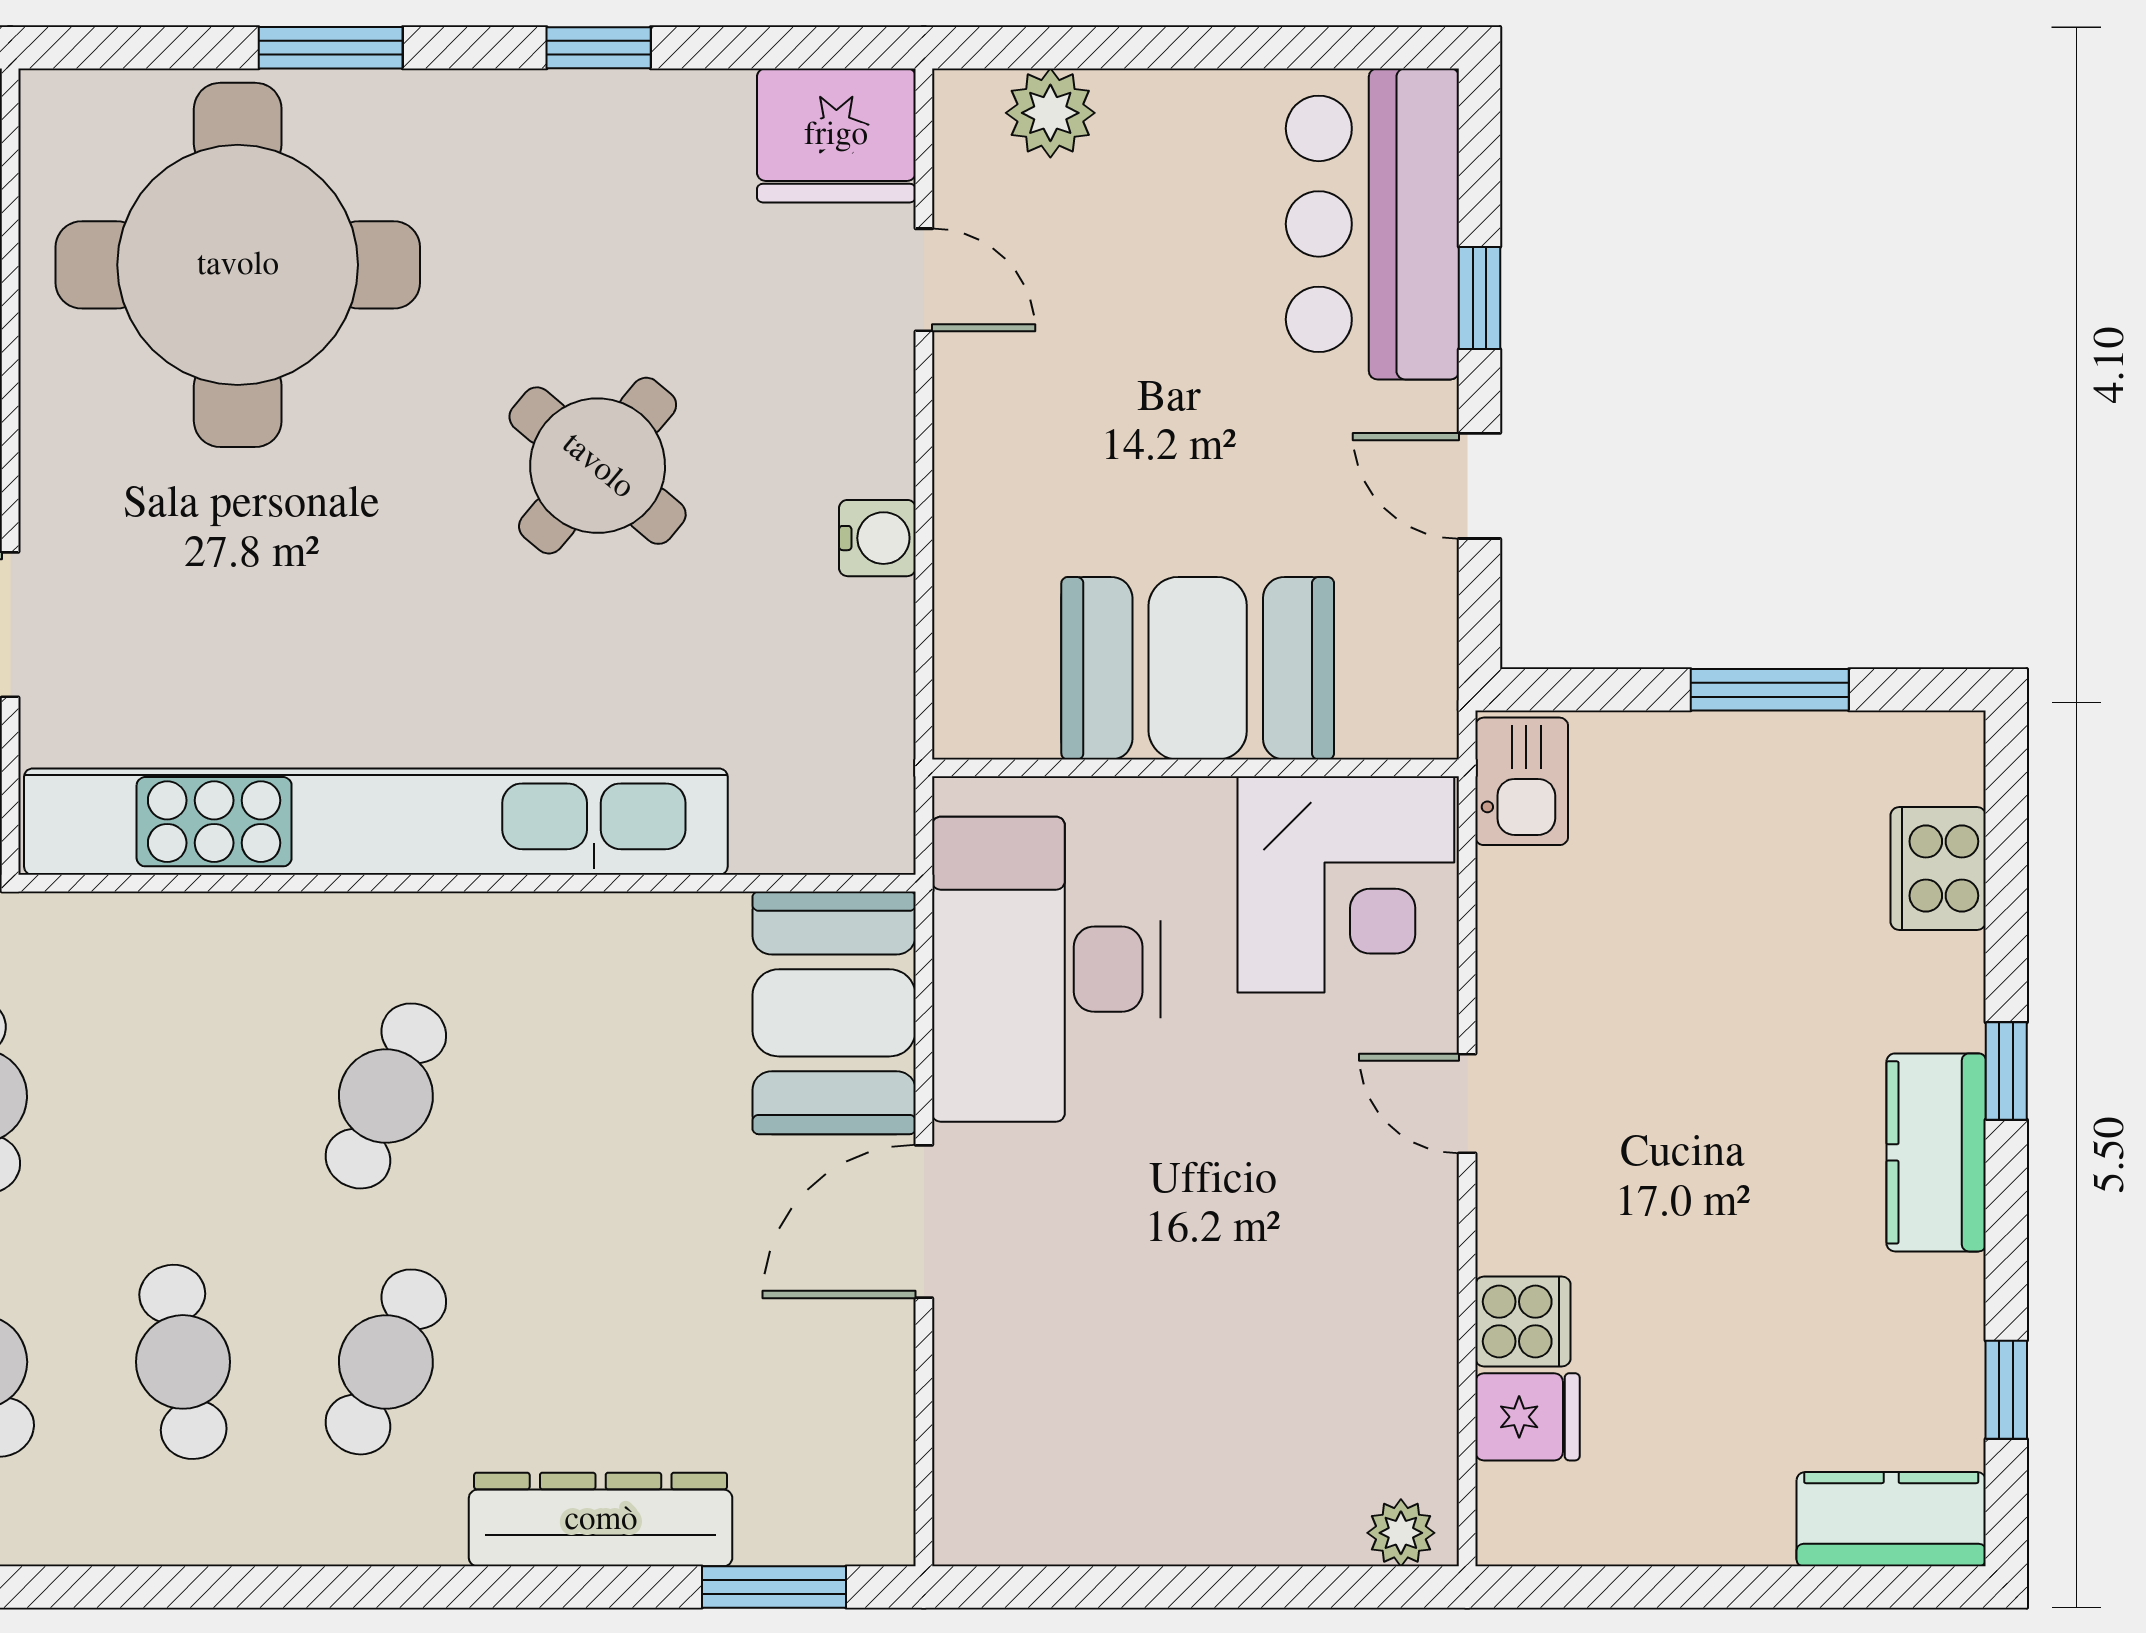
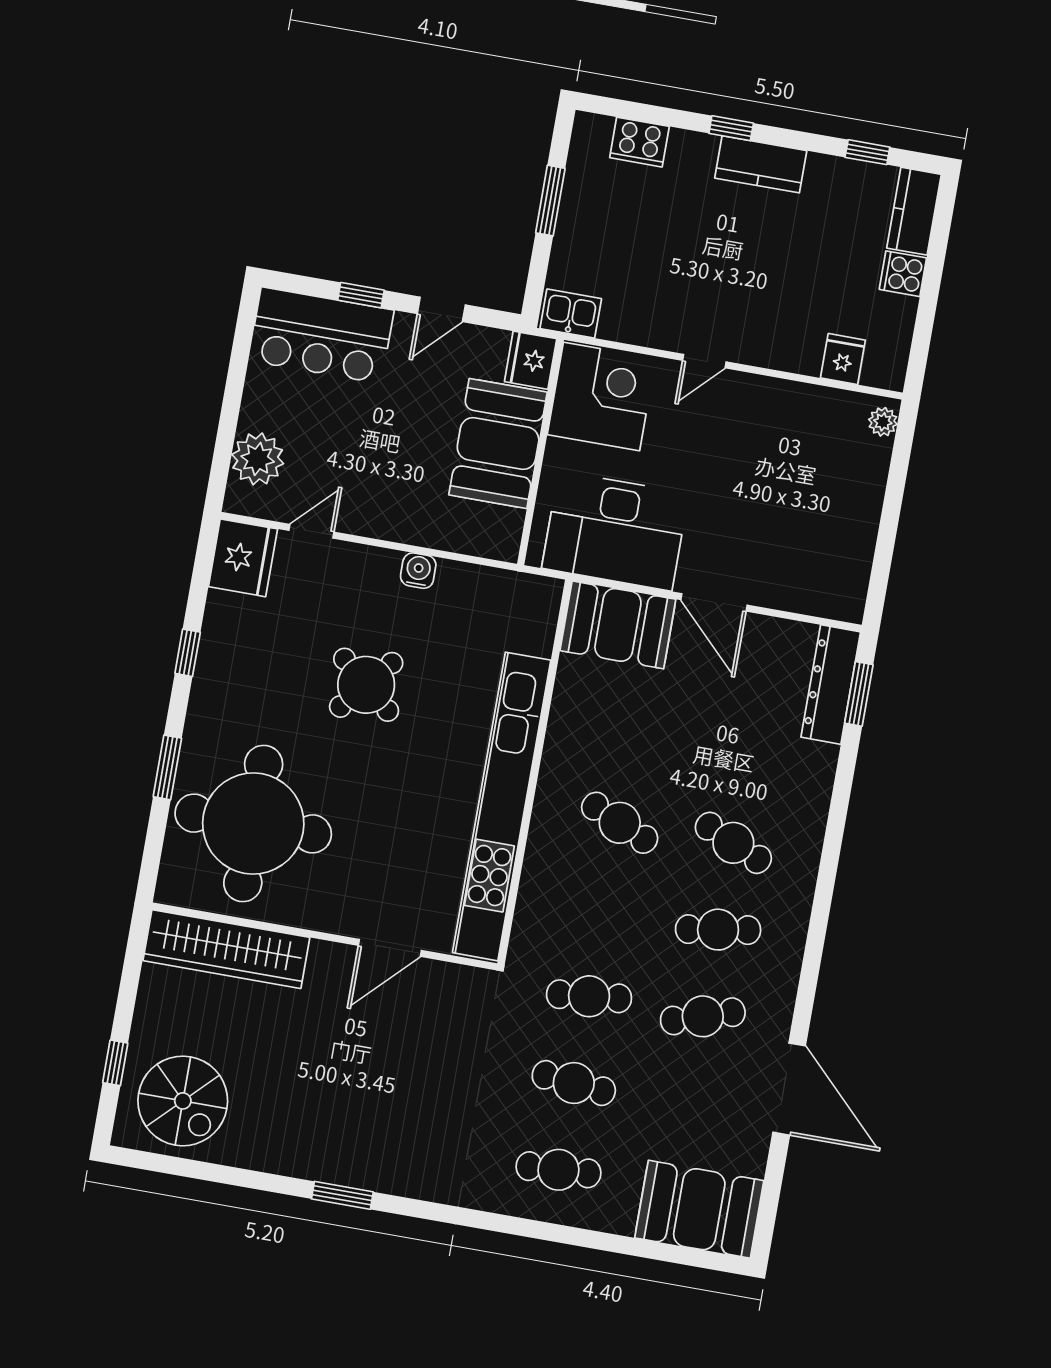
plant: (1050, 113) -> (258, 459), width x1.36, depth x1.36
fridge: (1400, 709) -> (531, 360), added
cooker: (1523, 1322) -> (903, 274), moved, turned -90
dresser: (601, 1520) -> (831, 685), moved

